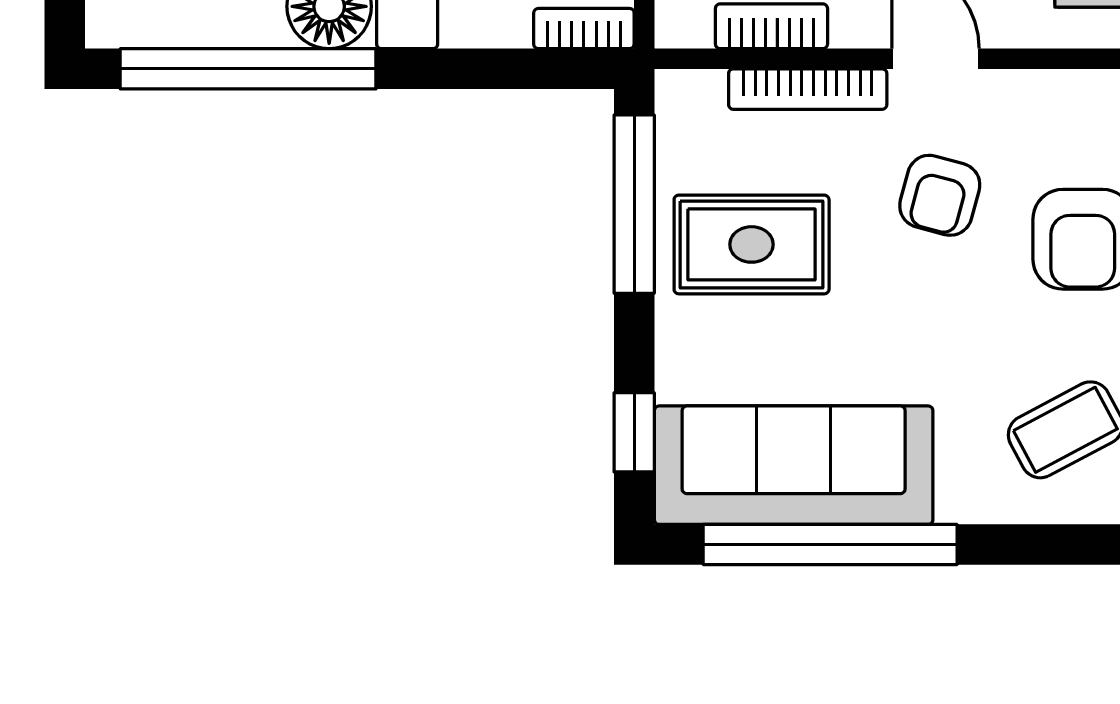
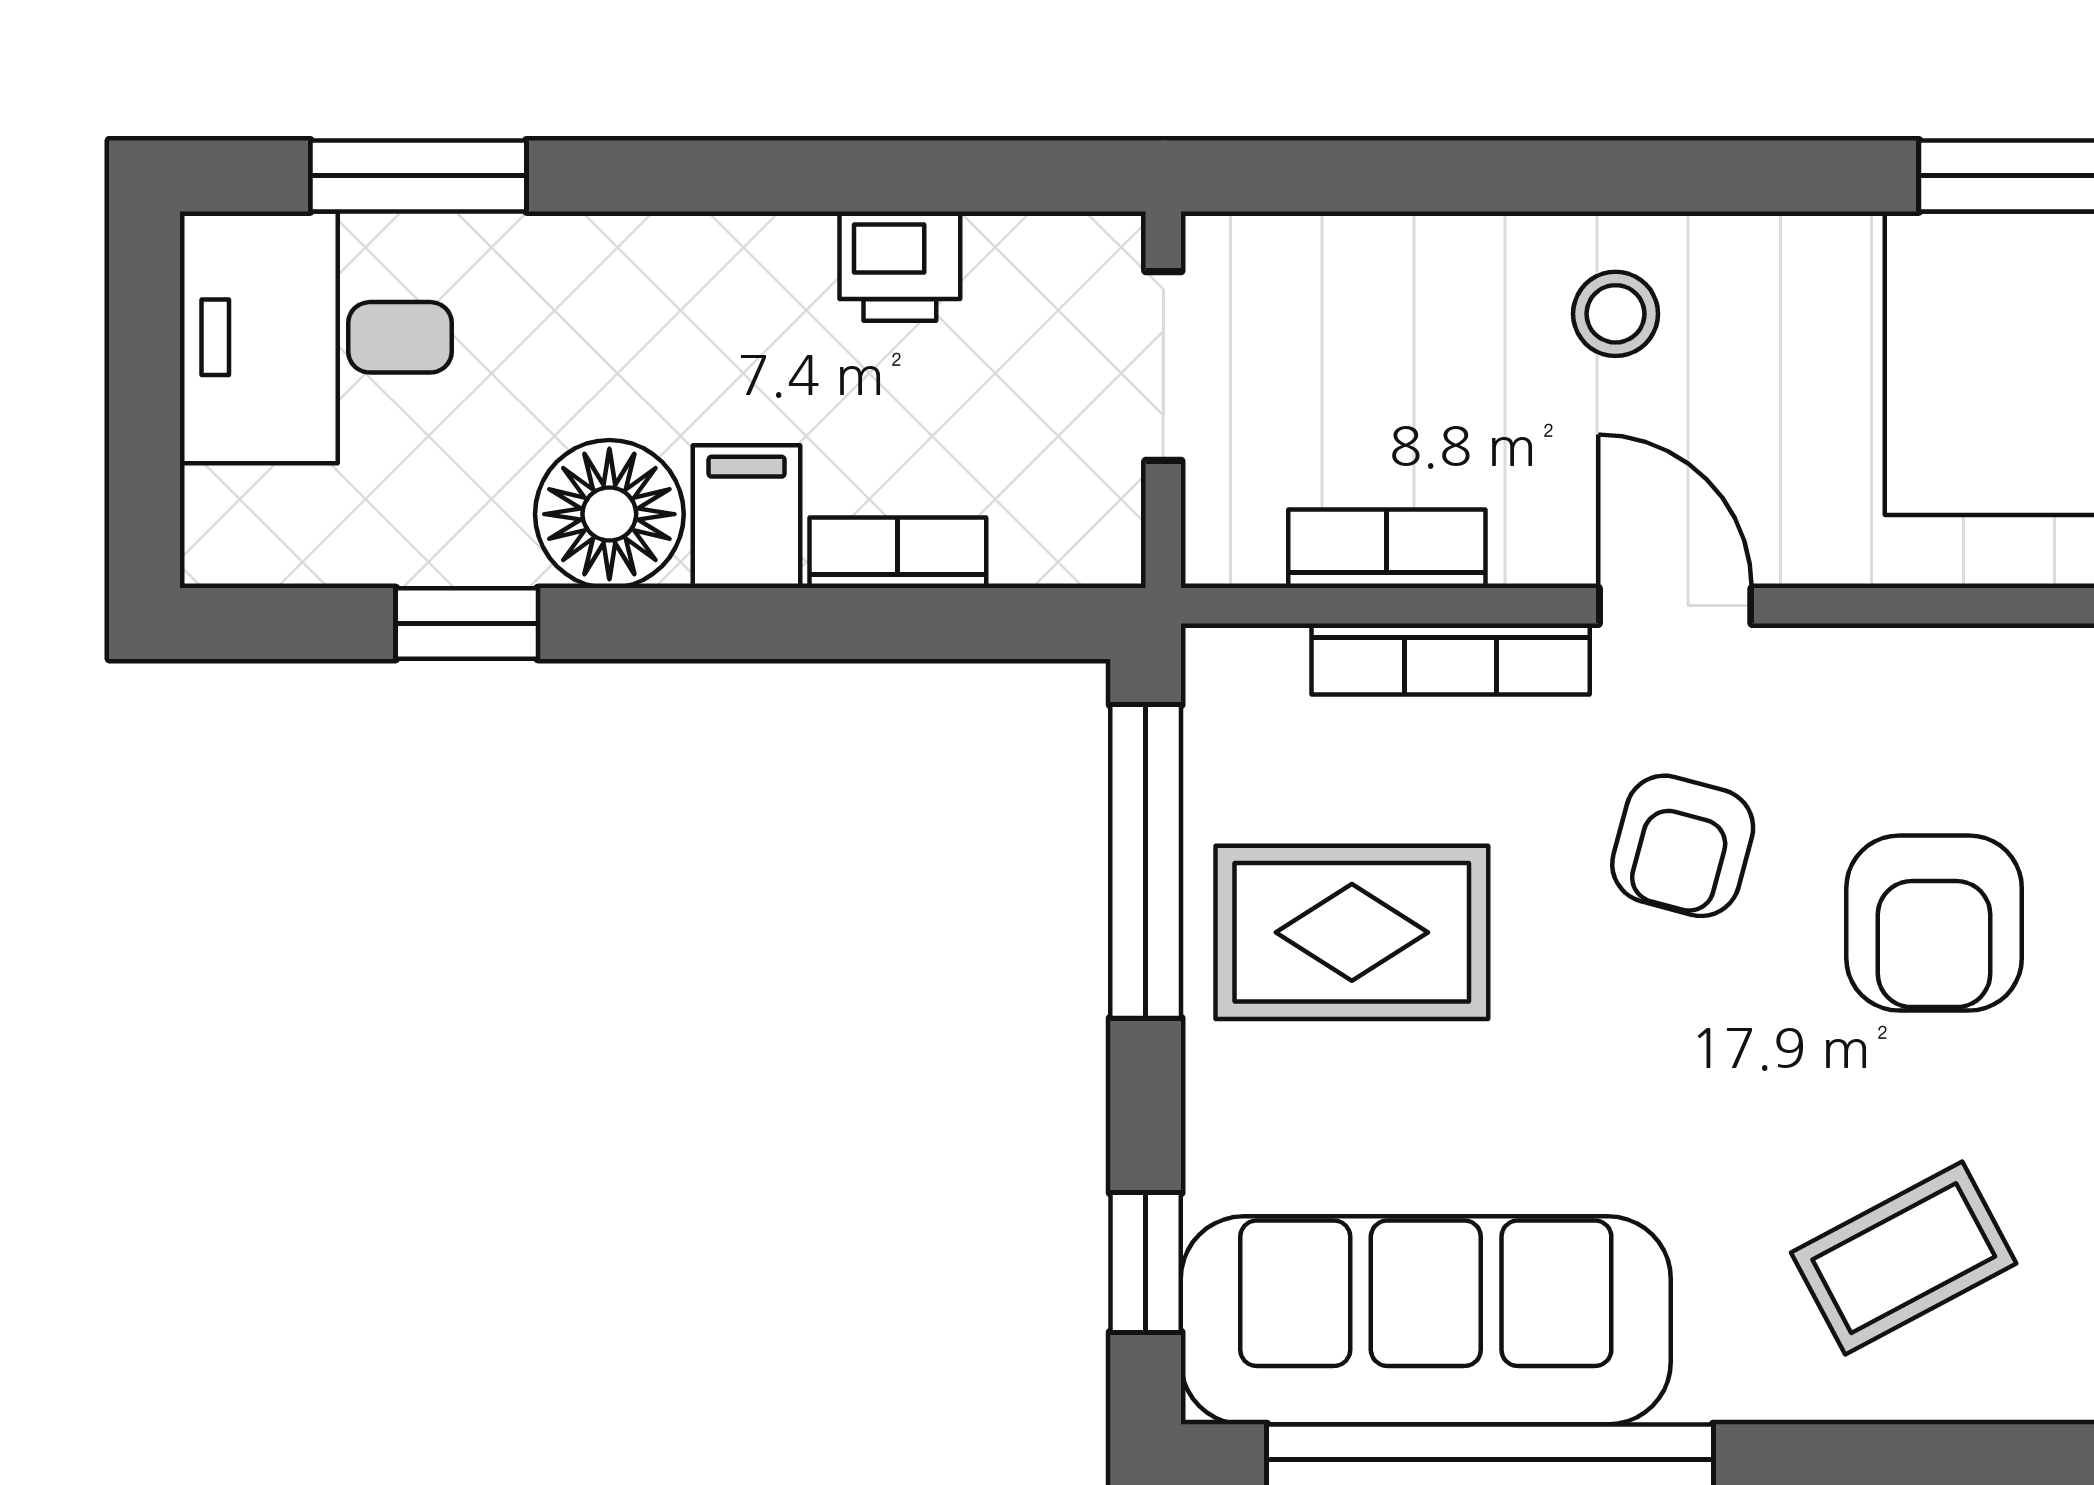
bookcase: (584, 29) -> (898, 553), moved
window: (248, 69) -> (467, 623), width x0.32

